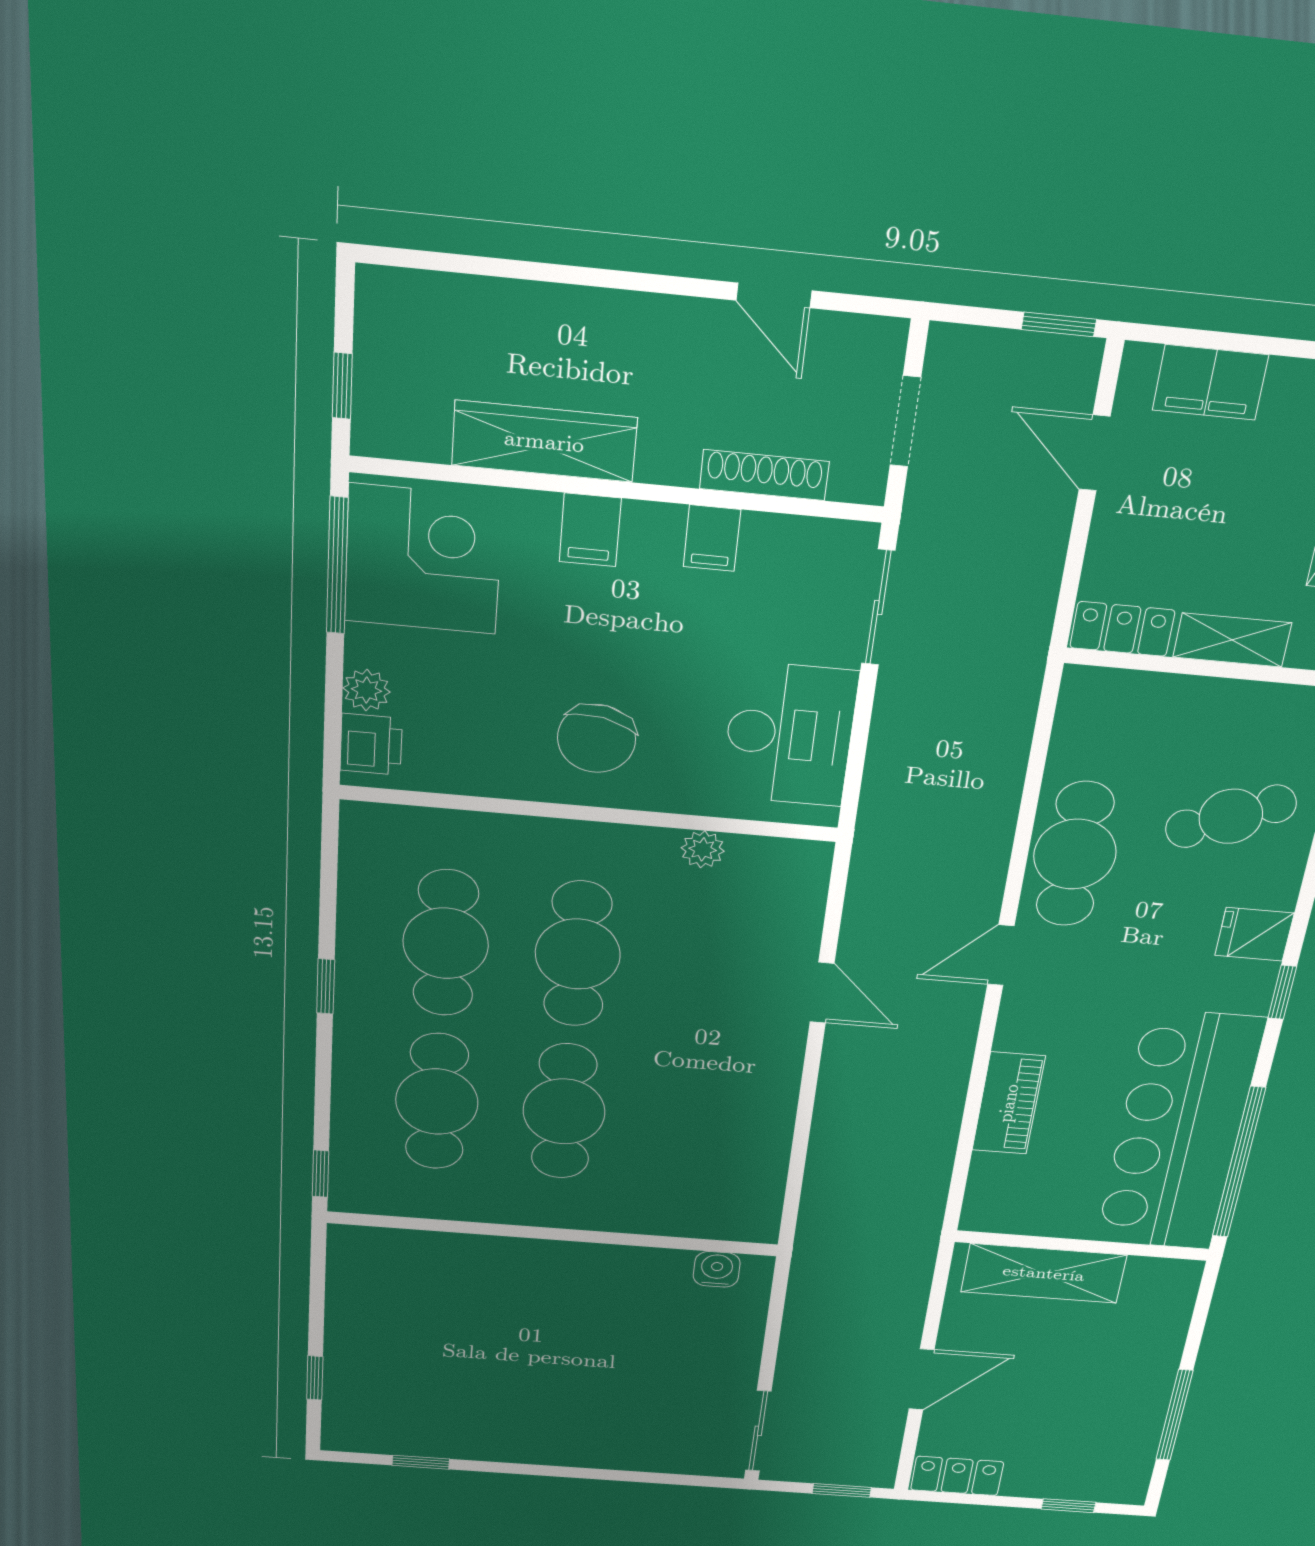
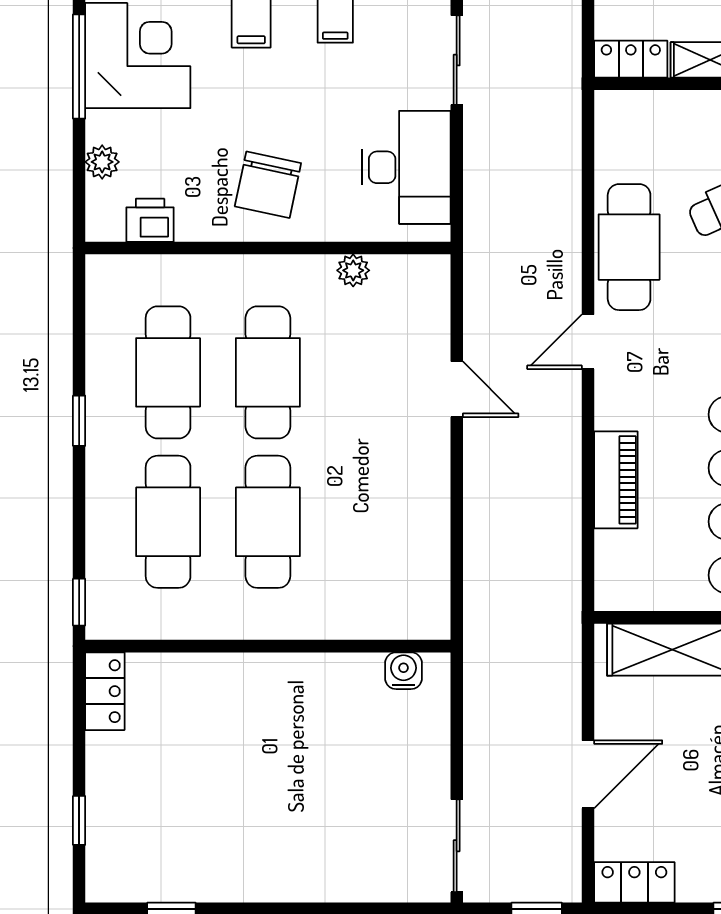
printer: (371, 744) -> (150, 220), moved, turned -90
locker: (350, 1262) -> (105, 691), added

